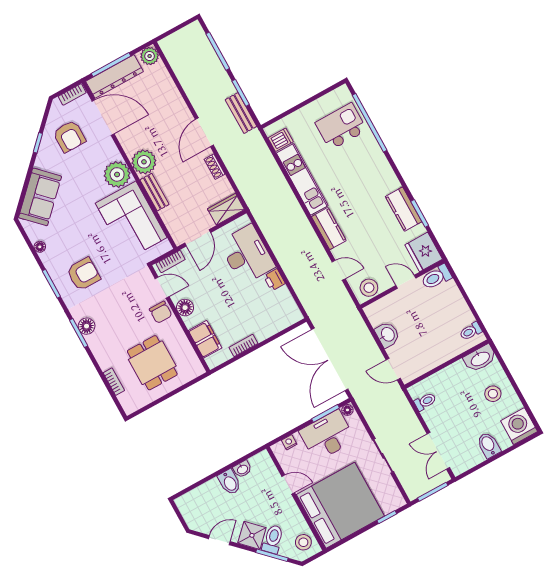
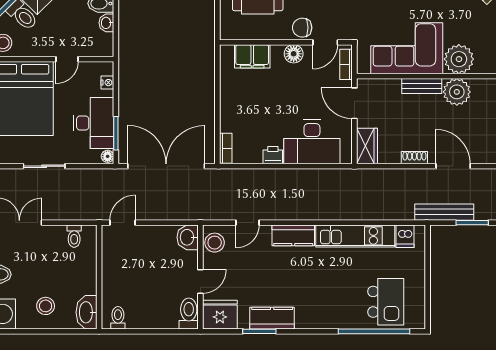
bench: (241, 113) -> (444, 212), width x1.36
washbasin: (387, 335) -> (188, 237), moved, turned 90
bookcase: (243, 345) -> (226, 148), moved

